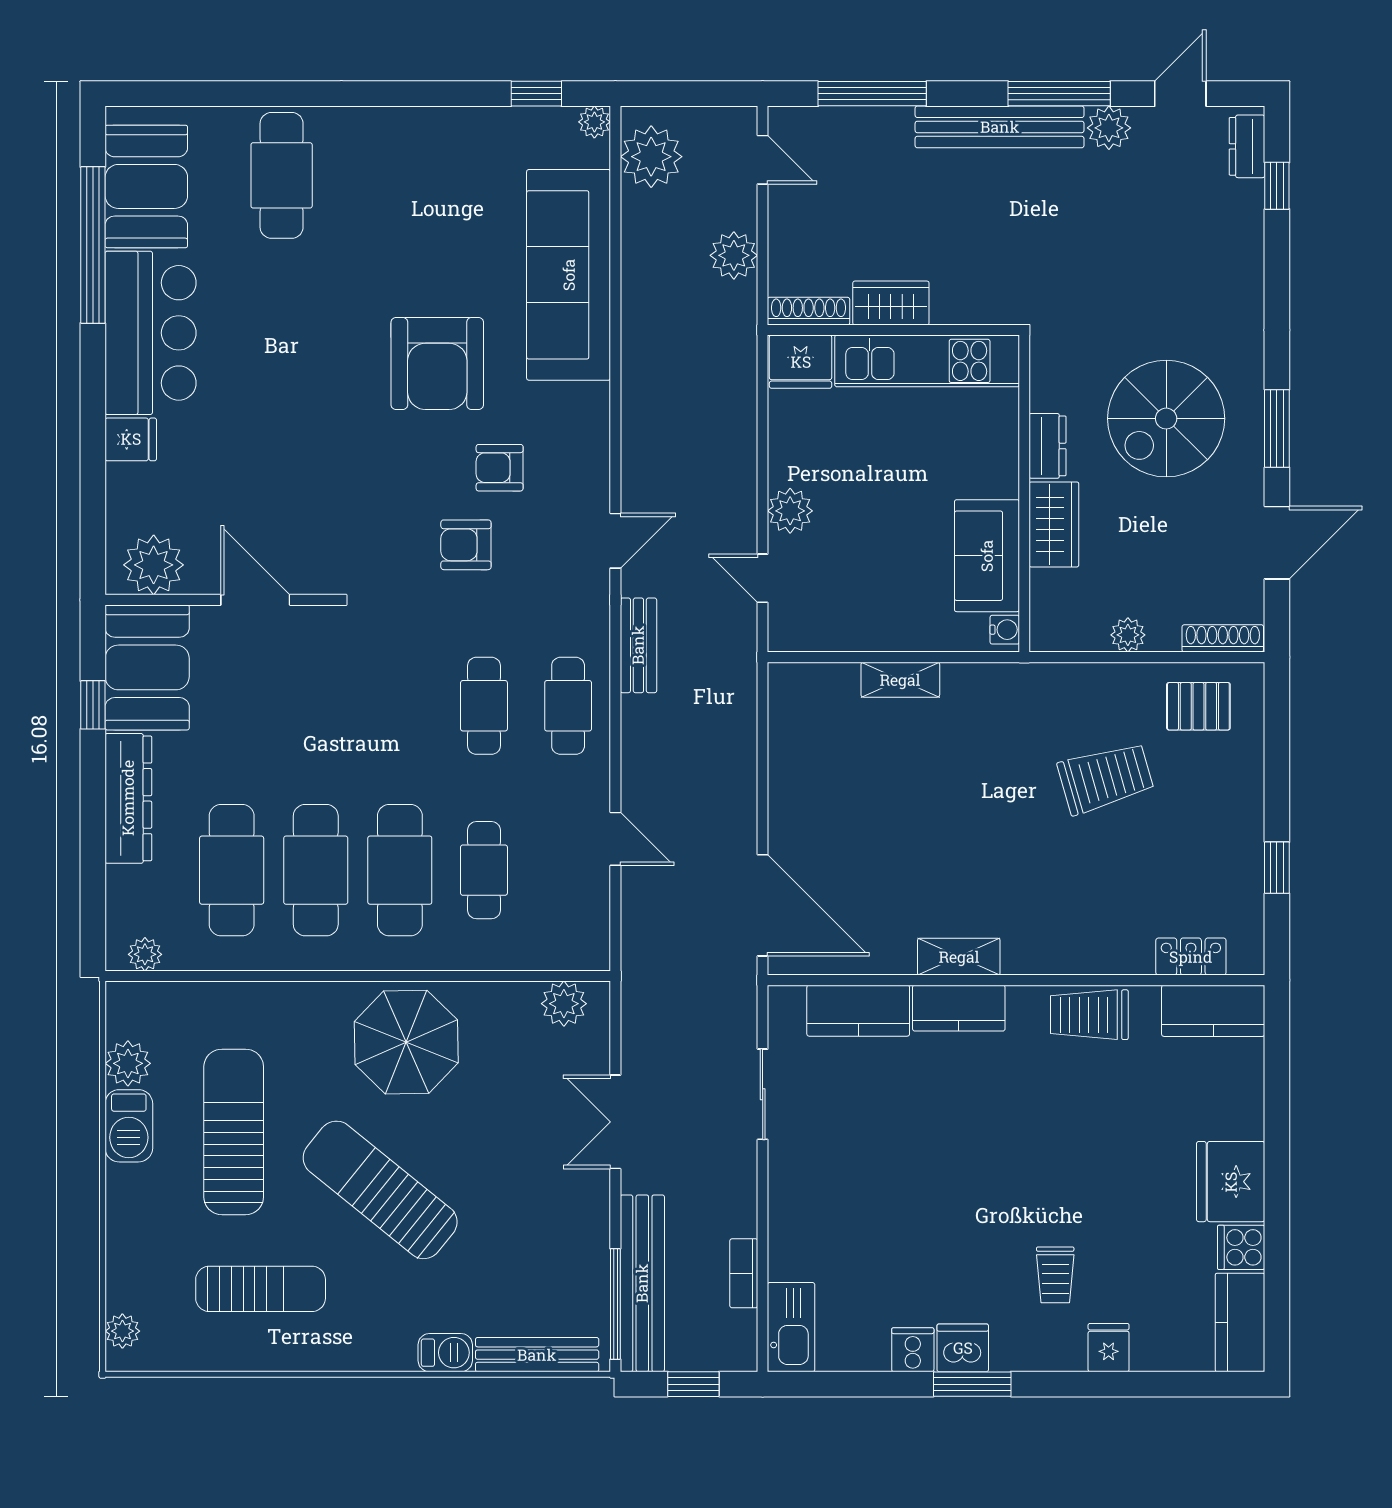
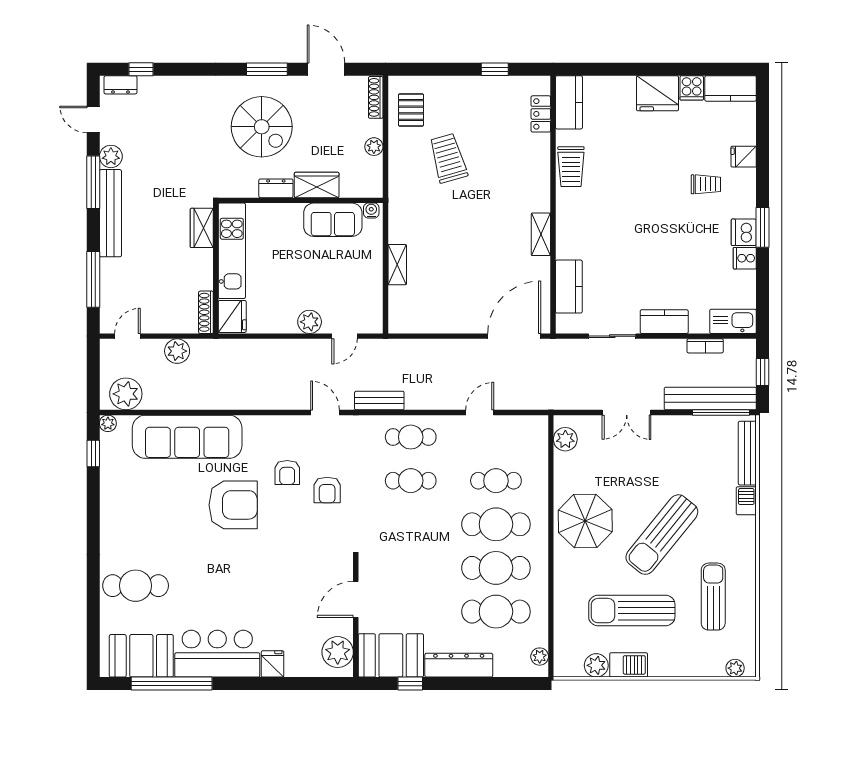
wardrobe: (891, 303) -> (202, 228), moved
kitchen counter: (959, 1008) -> (664, 322), moved, turned -90

